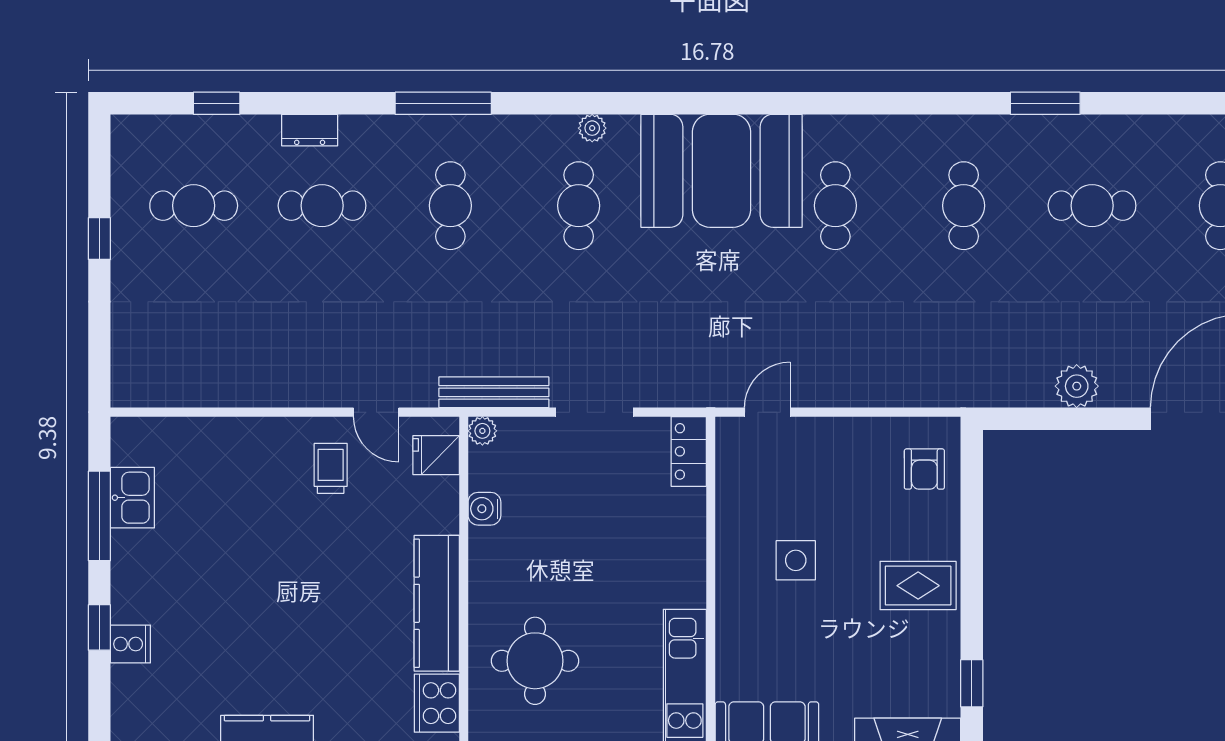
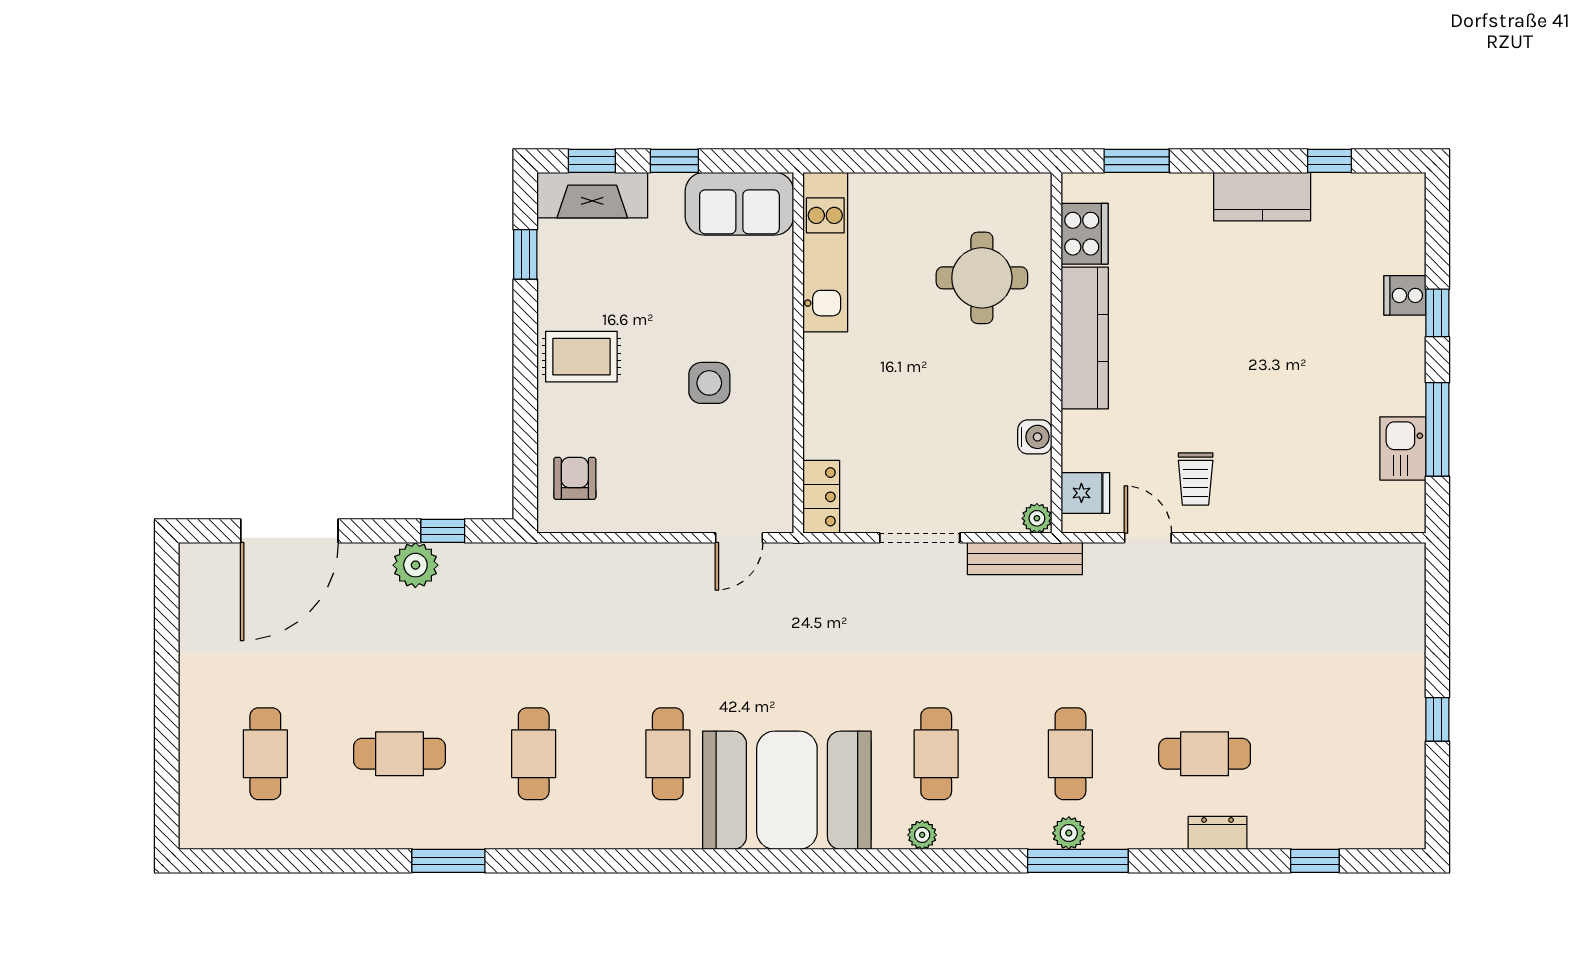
plant: (452, 130) -> (1069, 833), added
cafe table: (194, 206) -> (1339, 754), removed
window: (1051, 419) -> (443, 531), added

